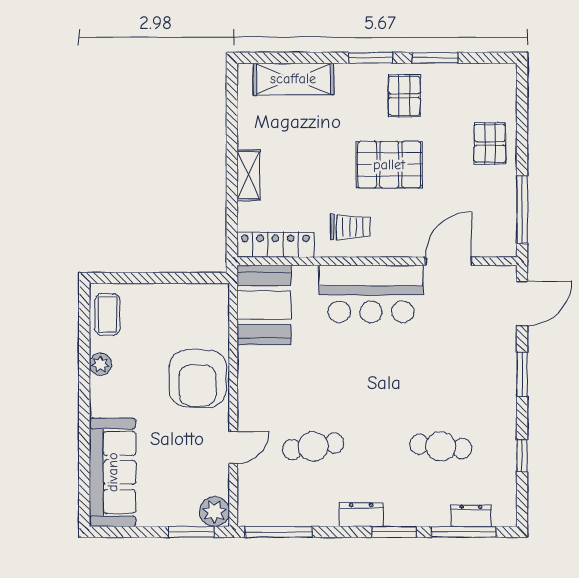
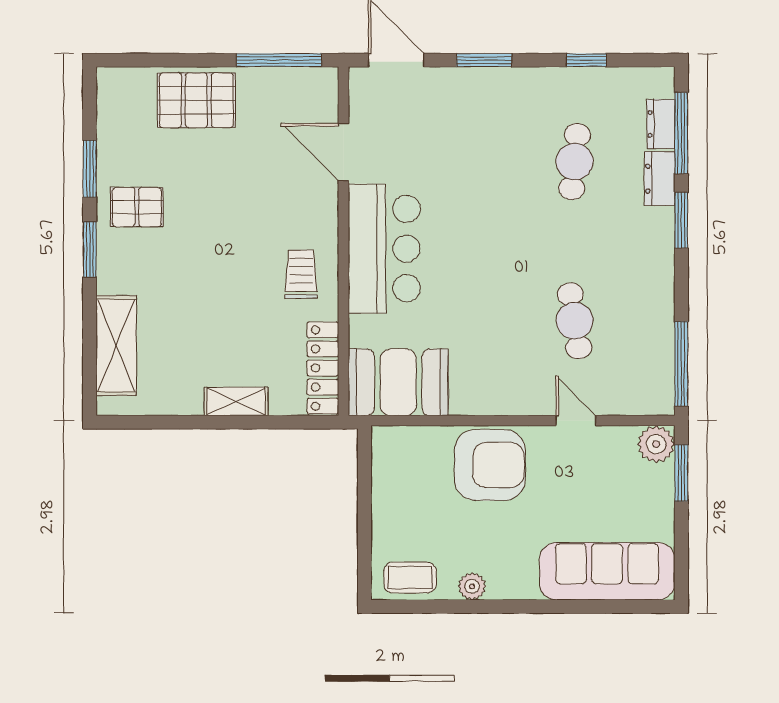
pallet: (490, 143) -> (196, 100), width x1.50, depth x1.42
pallet: (389, 165) -> (223, 226), removed
dresser: (361, 514) -> (660, 179), moved

